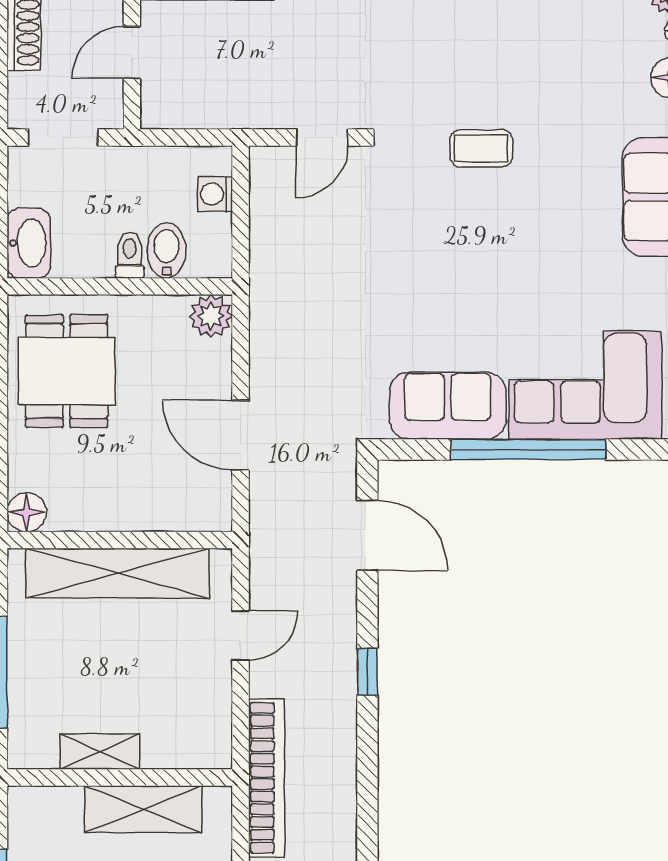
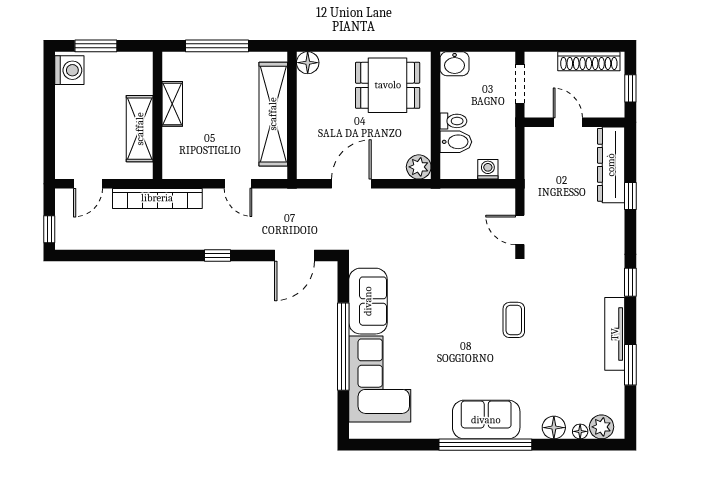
washbasin: (29, 243) -> (455, 64), width x0.72

